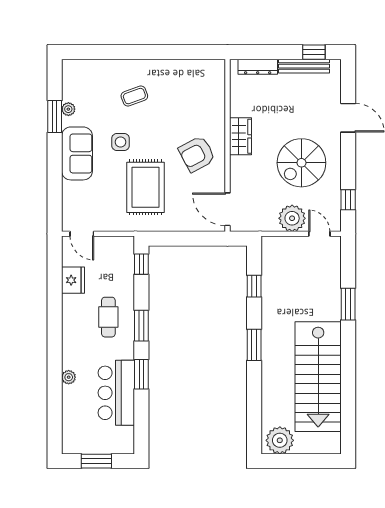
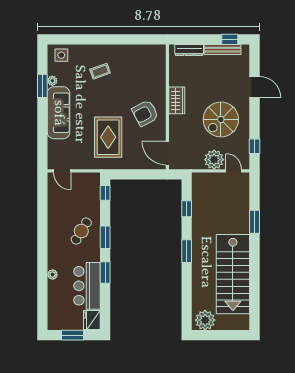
side table: (121, 142) -> (61, 55), moved
sofa: (77, 153) -> (59, 113), width x1.36
fridge: (73, 280) -> (92, 320), moved, turned 180
cafe table: (108, 317) -> (81, 231), turned 31

